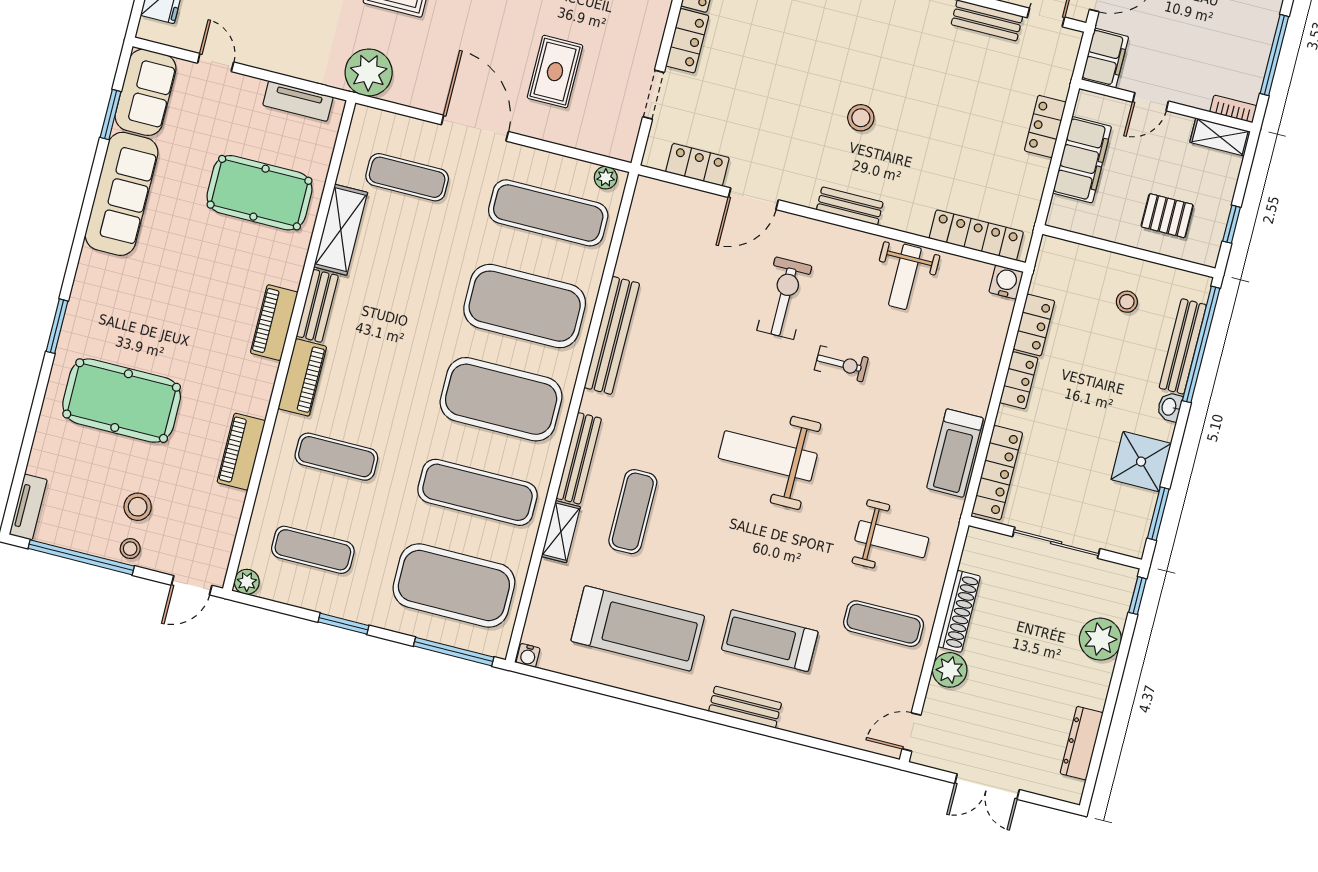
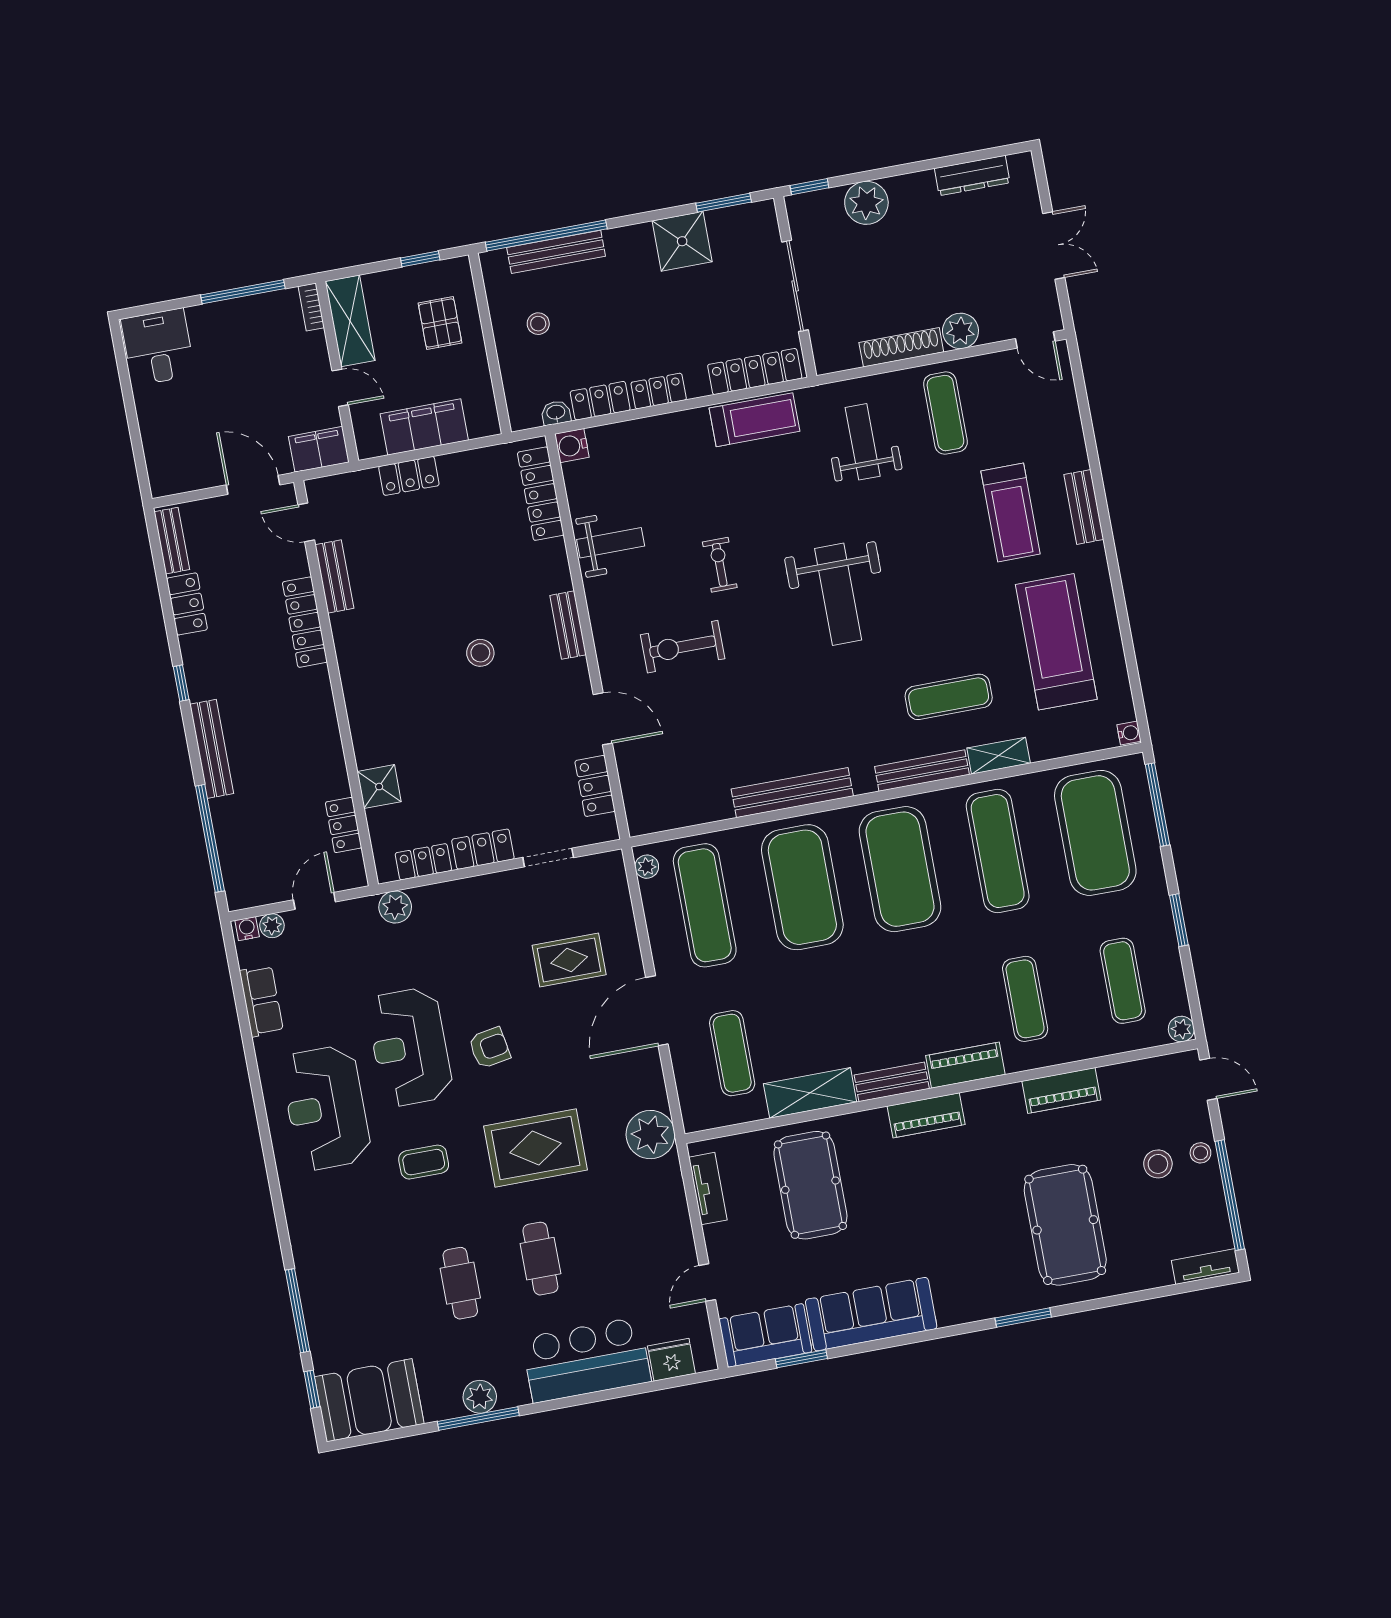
shelving: (1220, 137) -> (350, 321), width x1.50, depth x1.33
washbasin: (1170, 407) -> (556, 413), moved, turned 180

